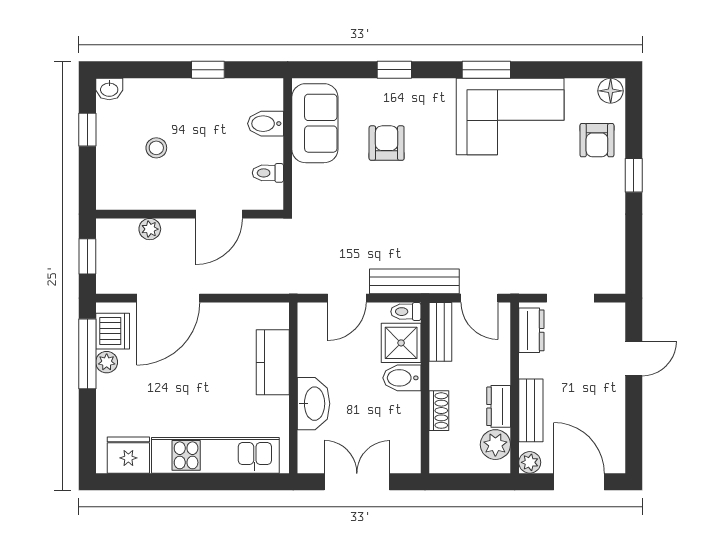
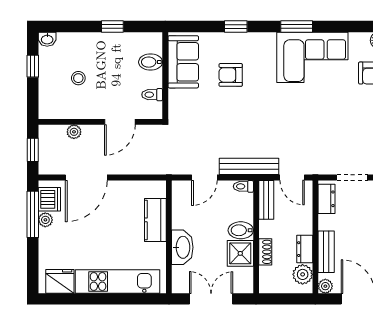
armchair: (387, 143) -> (231, 75), turned -90
shower: (401, 343) -> (240, 253), moved

